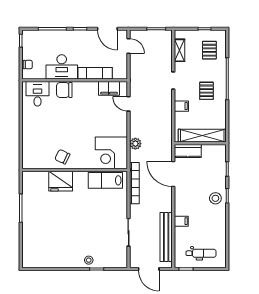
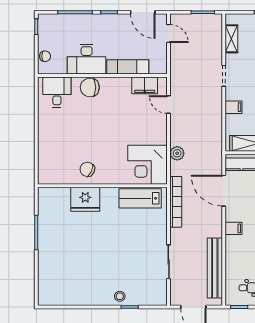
filing cabinet: (181, 221) -> (233, 228), moved

